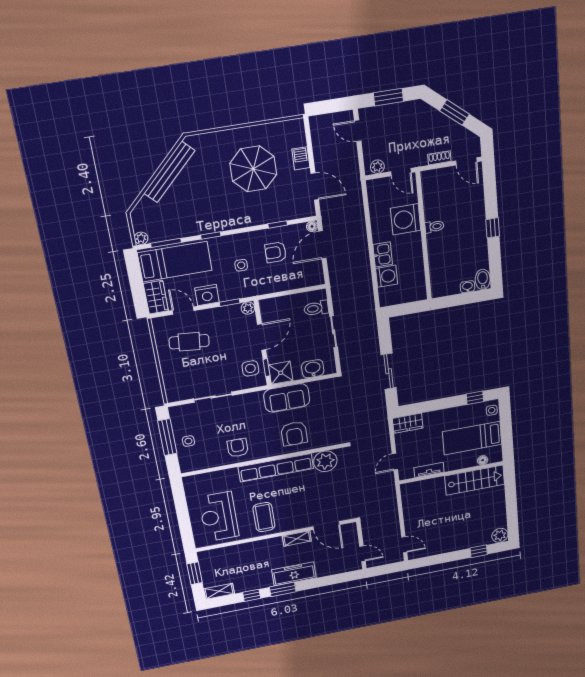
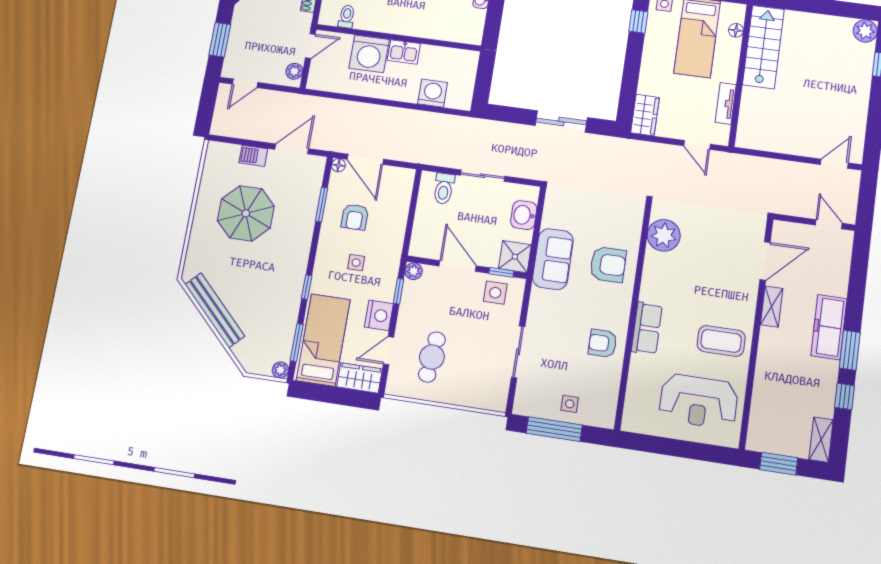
window: (278, 224) -> (321, 205), width x1.50
toilet: (434, 227) -> (347, 17), moved
kitchen sink: (383, 254) -> (404, 52), moved, turned 180
row of seats: (276, 468) -> (647, 328), width x0.50
door: (362, 554) -> (829, 224), hinge flipped

